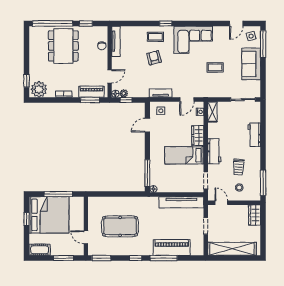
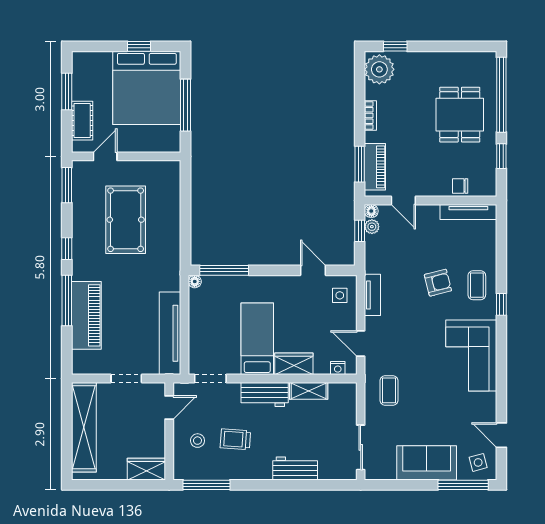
dining table: (63, 46) -> (460, 115), width x0.73
coffee table: (215, 67) -> (389, 390), moved
shelving: (212, 112) -> (309, 391), moved
cot: (40, 250) -> (82, 121), moved
window: (63, 258) -> (67, 92), moved

